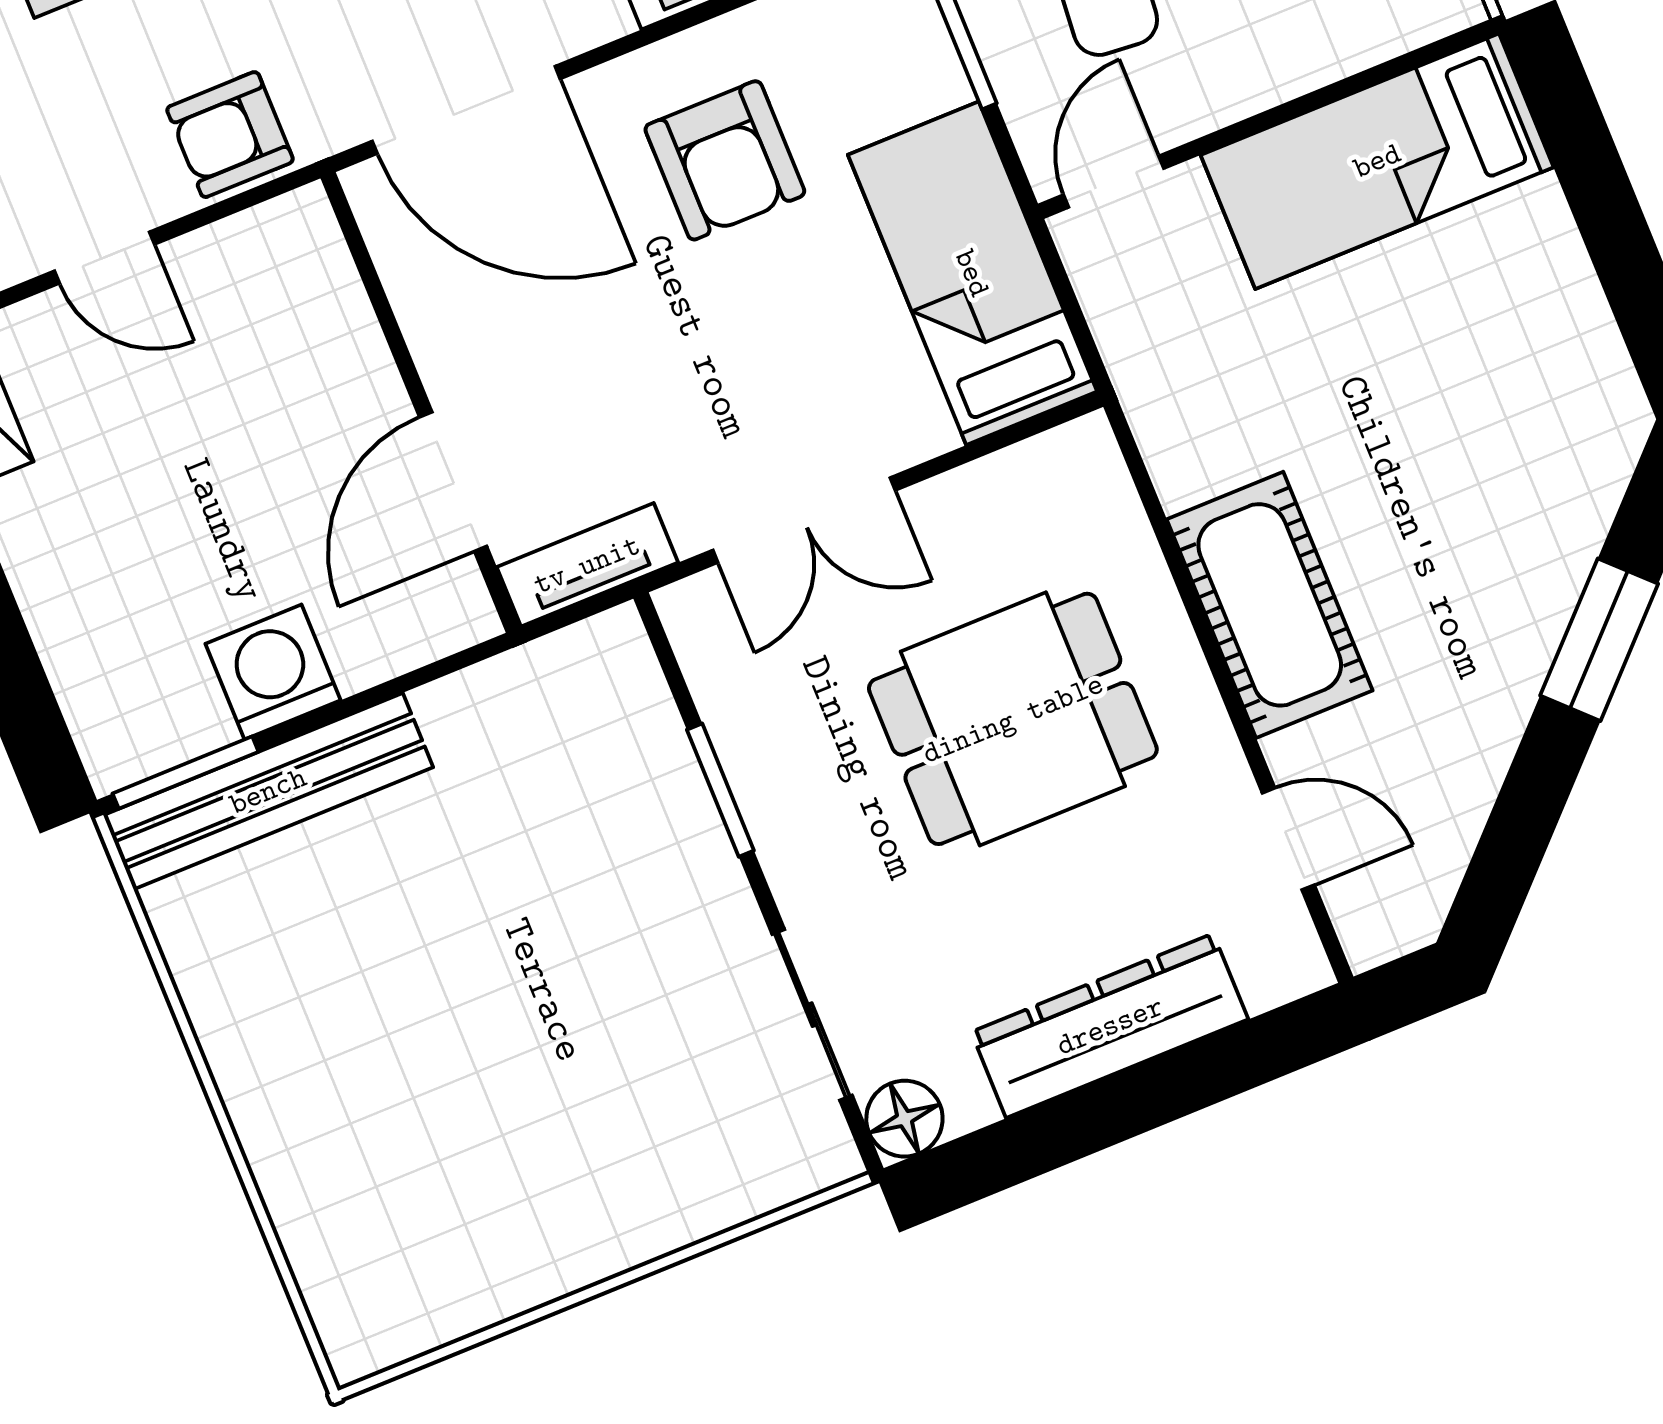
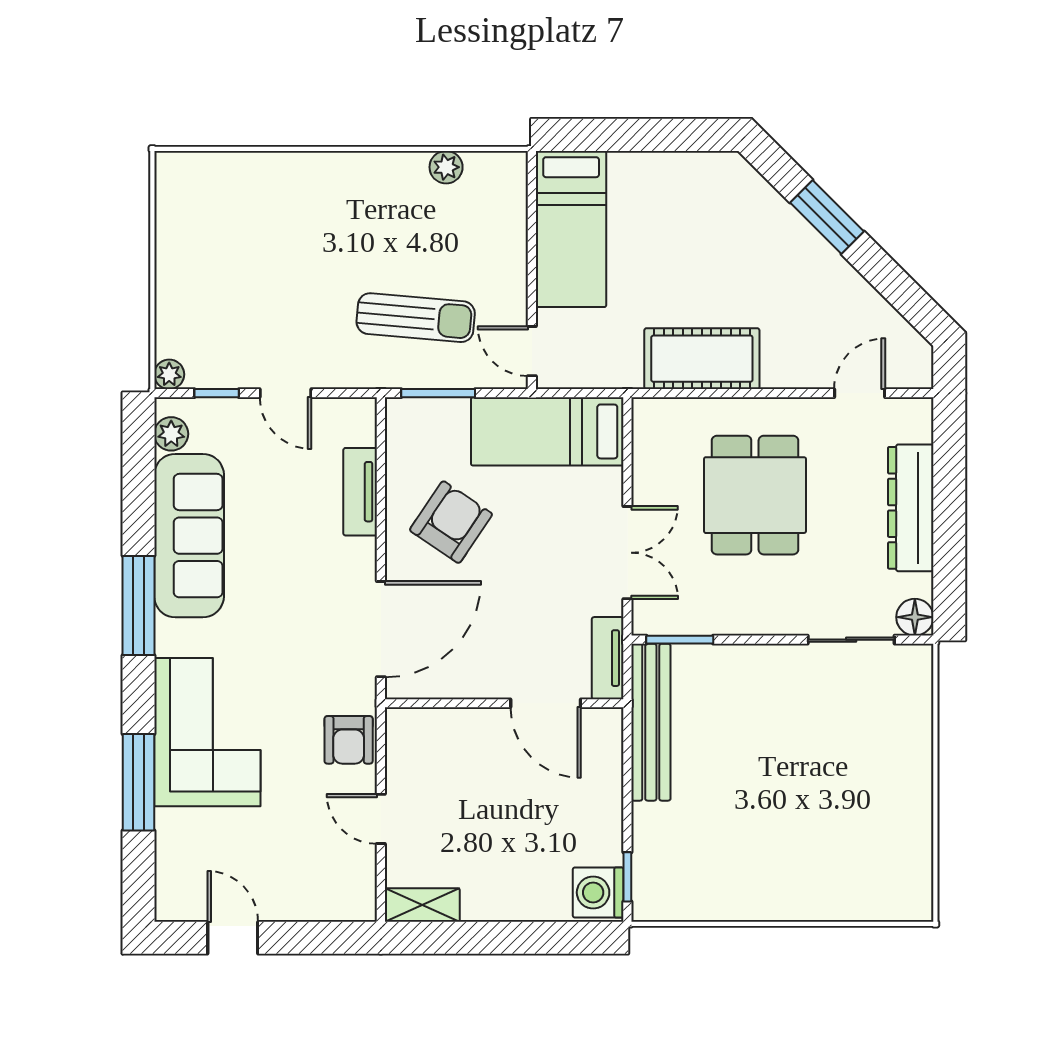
armchair: (725, 160) -> (451, 522), turned -56
door: (104, 258) -> (381, 819), swing flipped
cot: (1270, 605) -> (702, 359), moved
washing machine: (273, 672) -> (598, 892), moved
window: (186, 773) -> (627, 877), width x0.67
window: (720, 790) -> (680, 640), moved
bench: (268, 791) -> (651, 722), moved

